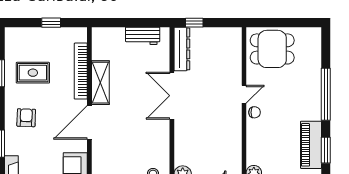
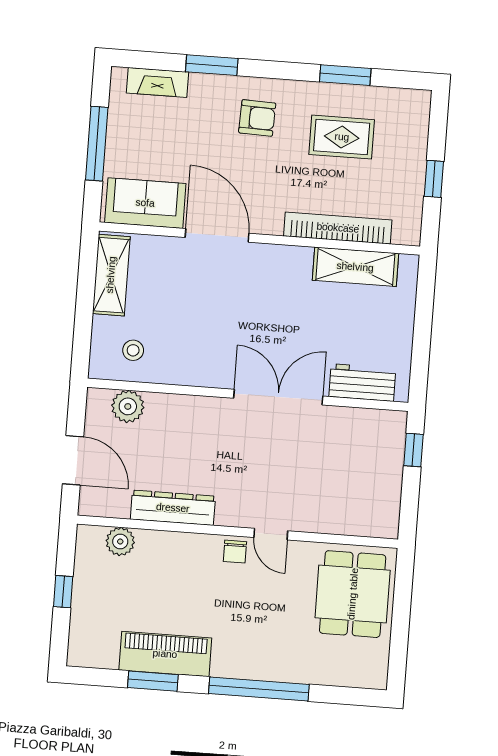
workbench: (143, 36) -> (362, 383), moved, turned 90
dresser: (182, 49) -> (173, 508), moved, turned 180
rug: (33, 73) -> (342, 137), turned 90
shelving: (100, 83) -> (355, 267), moved
door: (89, 122) -> (217, 235), moved

